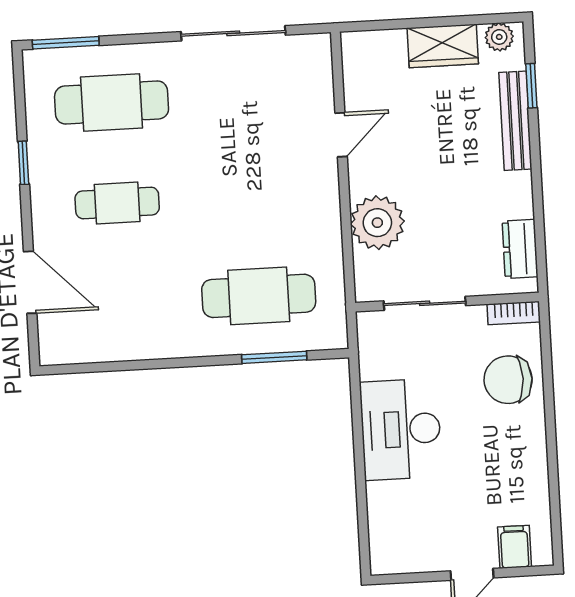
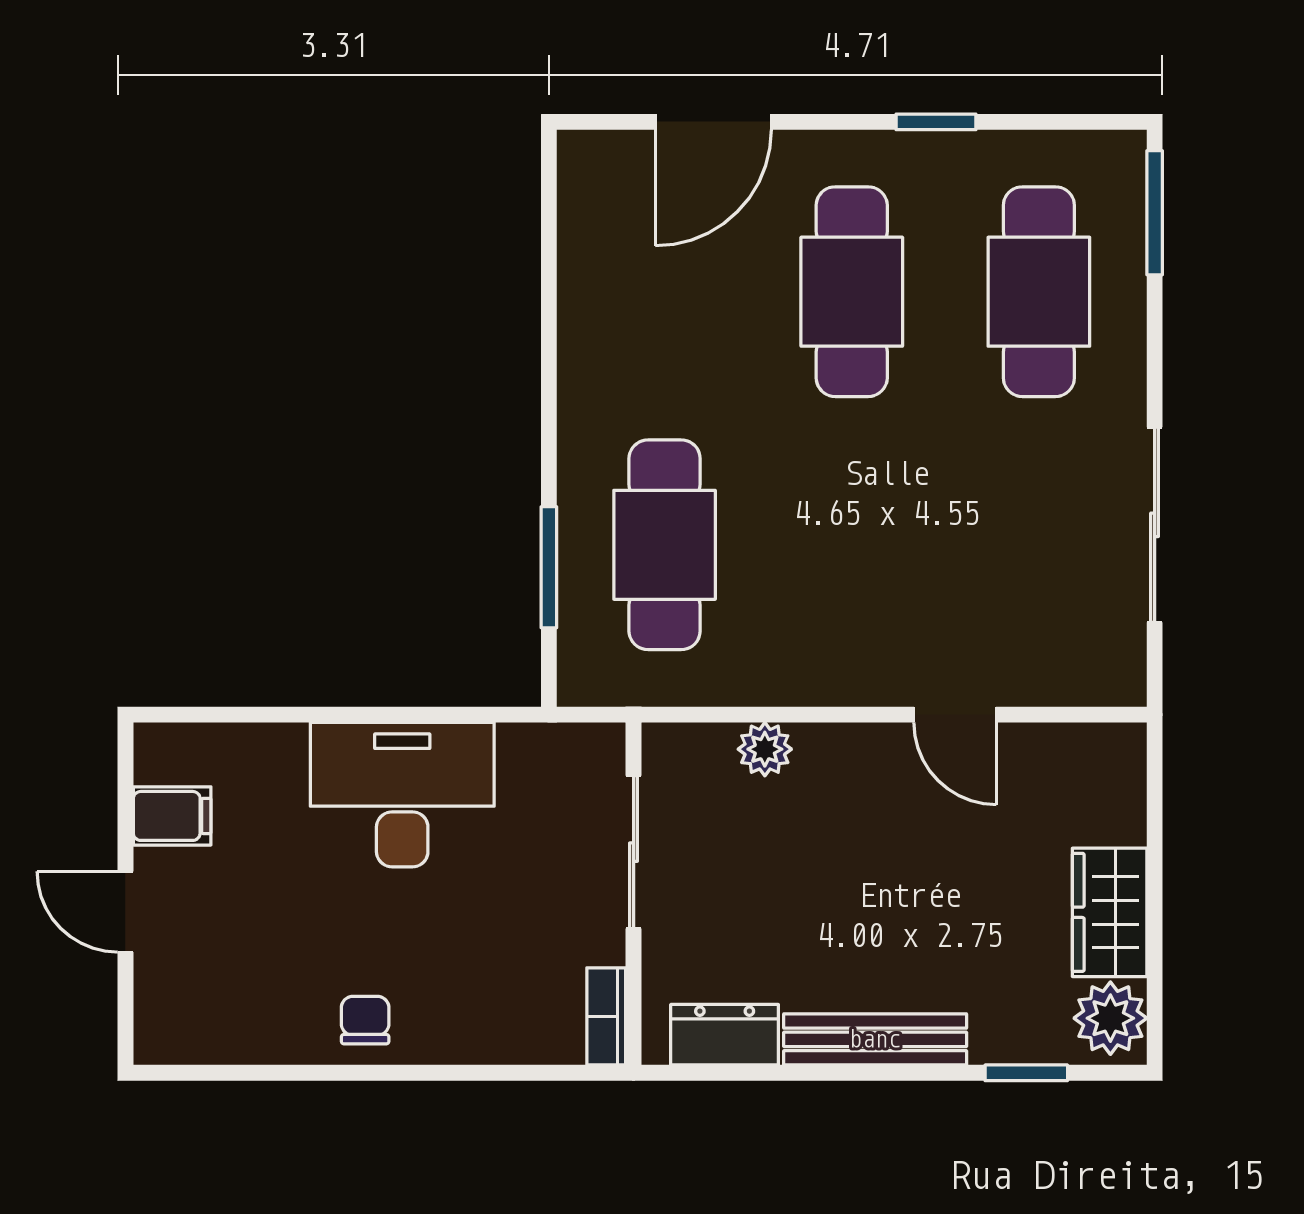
plant: (499, 37) -> (1110, 1018), width x1.38, depth x1.38
bench: (515, 121) -> (875, 1039), moved
cafe table: (117, 203) -> (852, 292), width x1.37, depth x1.35
plant: (377, 223) -> (765, 749), width x0.53, depth x0.53
chair: (508, 380) -> (365, 1020), moved, width x0.54, depth x0.54
filing cabinet: (515, 547) -> (172, 816), moved

